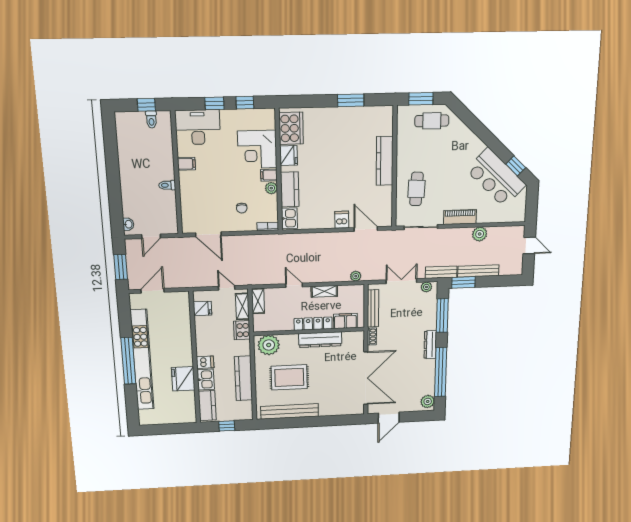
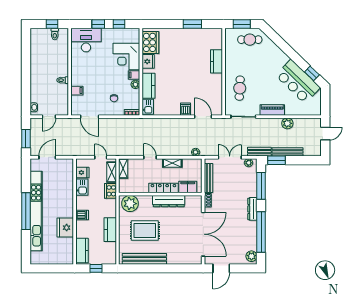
kitchen counter: (385, 161) -> (216, 61), width x0.67
filing cabinet: (186, 164) -> (77, 91), moved
door: (529, 245) -> (325, 134), hinge flipped
kitchen counter: (244, 378) -> (110, 230), width x0.67
kitchen sink: (206, 380) -> (82, 187), moved

